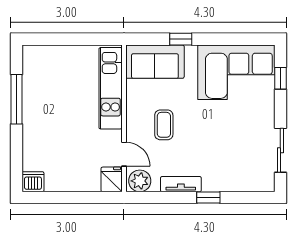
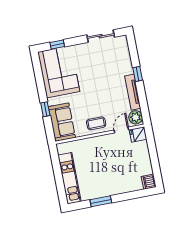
kitchen unit: (111, 88) -> (69, 178), moved, turned -90
window: (16, 99) -> (101, 201), width x0.69
coffee table: (164, 125) -> (96, 123), moved
tv unit: (181, 184) -> (133, 92), width x1.41

